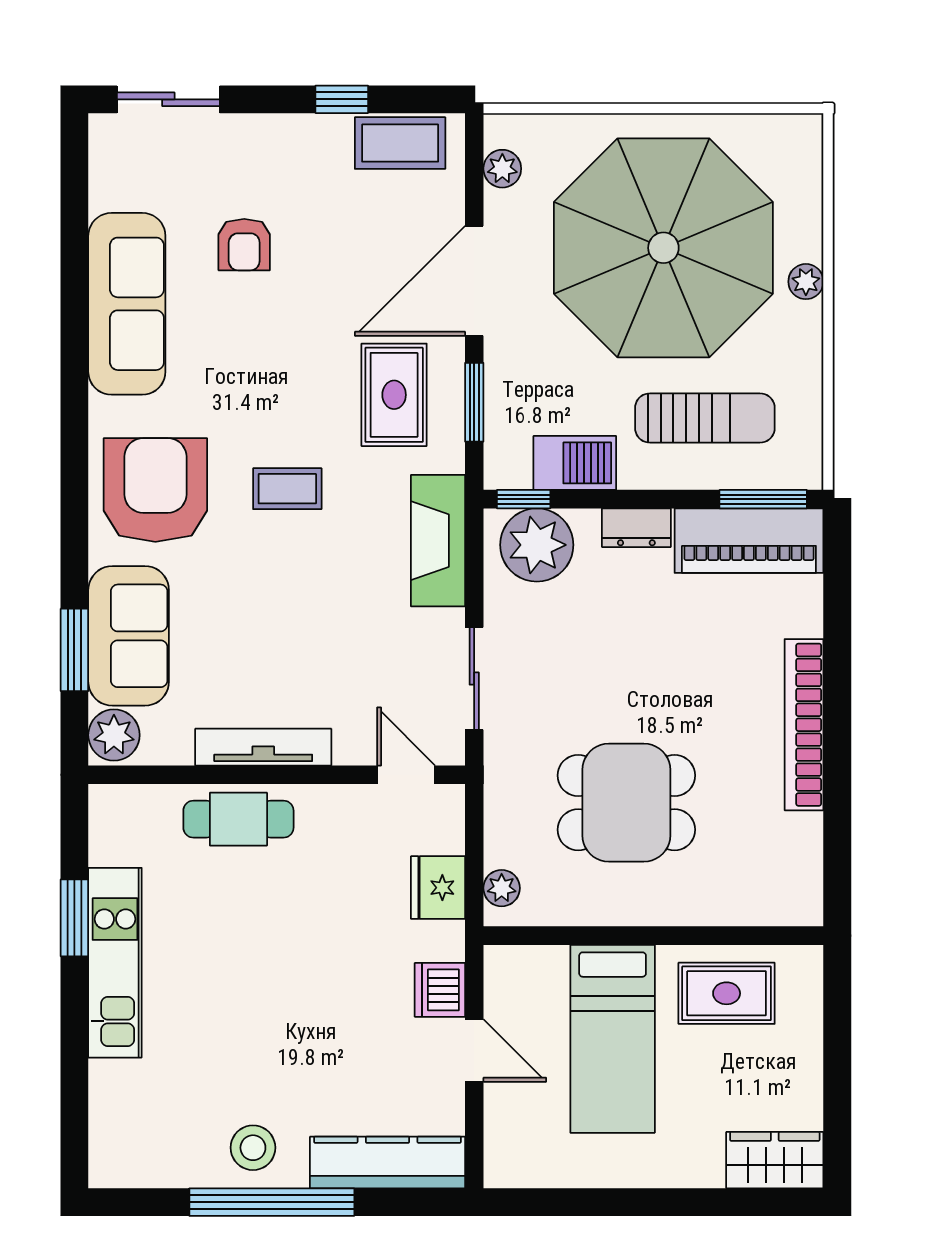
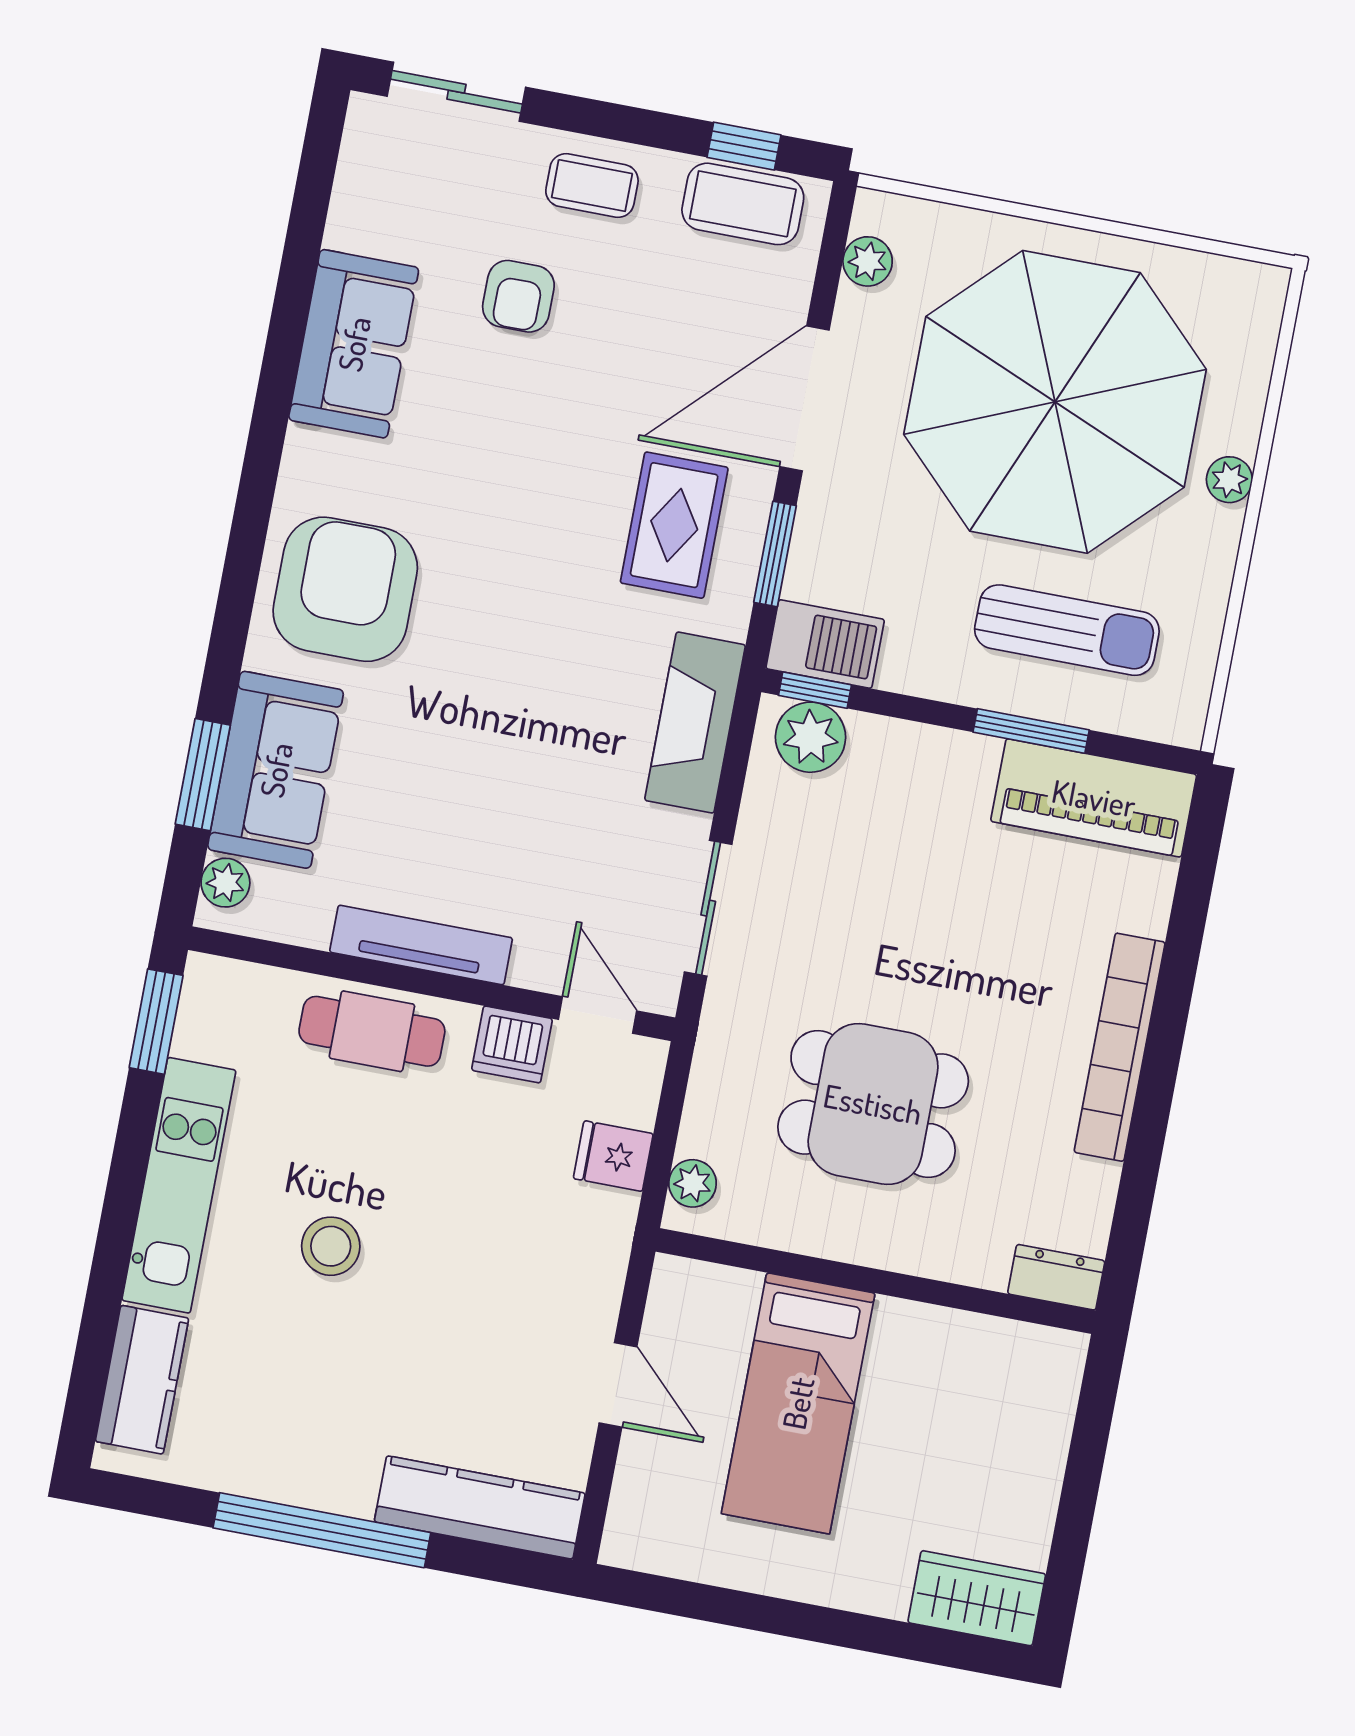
window: (342, 99) -> (744, 146), moved
sofa: (127, 304) -> (354, 344), width x0.73
barbecue: (575, 463) -> (825, 644), moved
coffee table: (287, 489) -> (592, 186), moved
window: (763, 499) -> (1031, 731), moved
dresser: (636, 528) -> (1056, 1277), moved, turned 180
plant: (537, 545) -> (811, 737), width x0.73, depth x0.73
plant: (114, 735) -> (225, 883), width x0.73, depth x0.73
fridge: (438, 888) -> (613, 1156), width x0.72
window: (74, 918) -> (156, 1022), moved
dishwasher: (440, 990) -> (512, 1044), moved, turned -90
rug: (727, 993) -> (955, 1373), removed
kitchen counter: (115, 1114) -> (142, 1380), added
stool: (253, 1148) -> (331, 1246), moved

